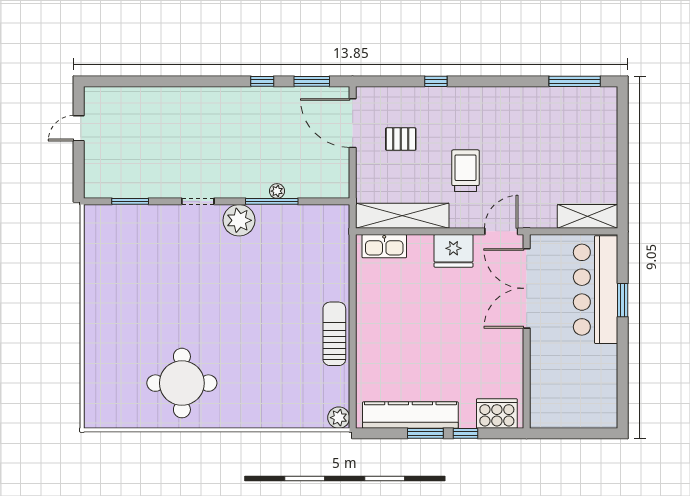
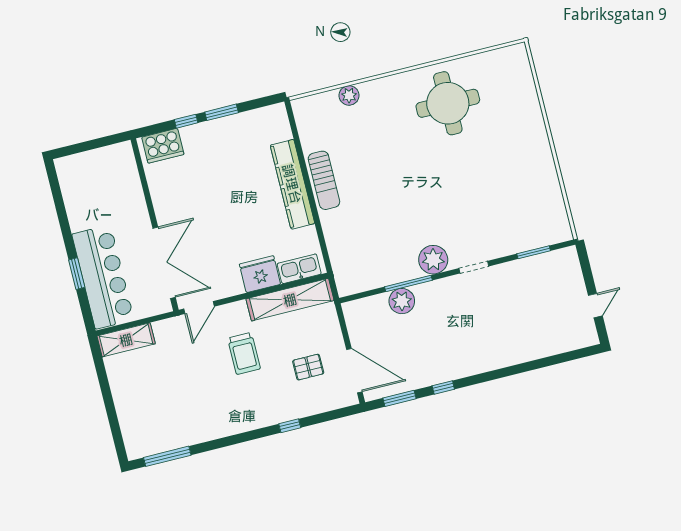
plant: (277, 191) -> (402, 301), width x1.88, depth x1.88
fridge: (453, 251) -> (260, 274), moved
kitchen counter: (410, 415) -> (292, 184), moved, turned 90
plant: (339, 418) -> (349, 95), moved

